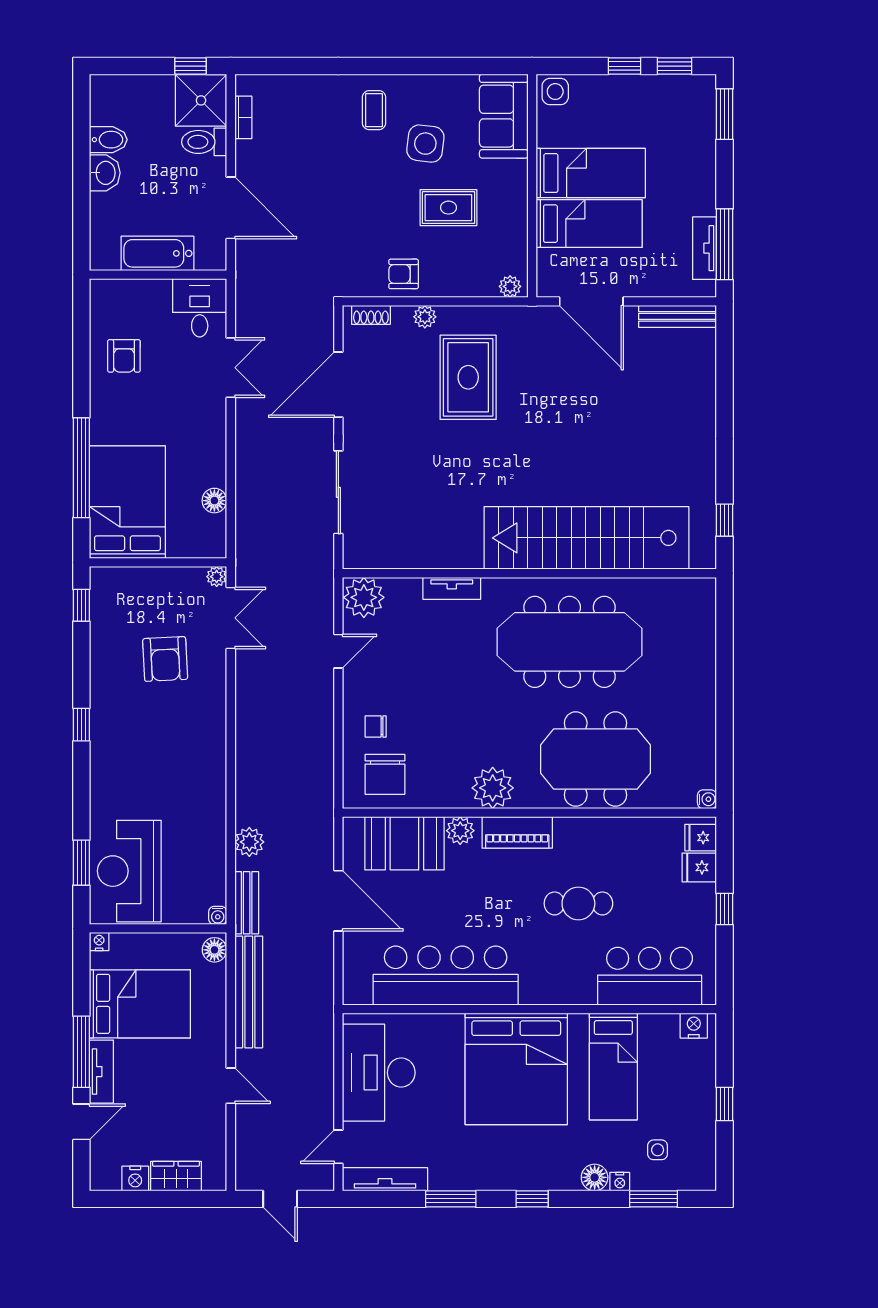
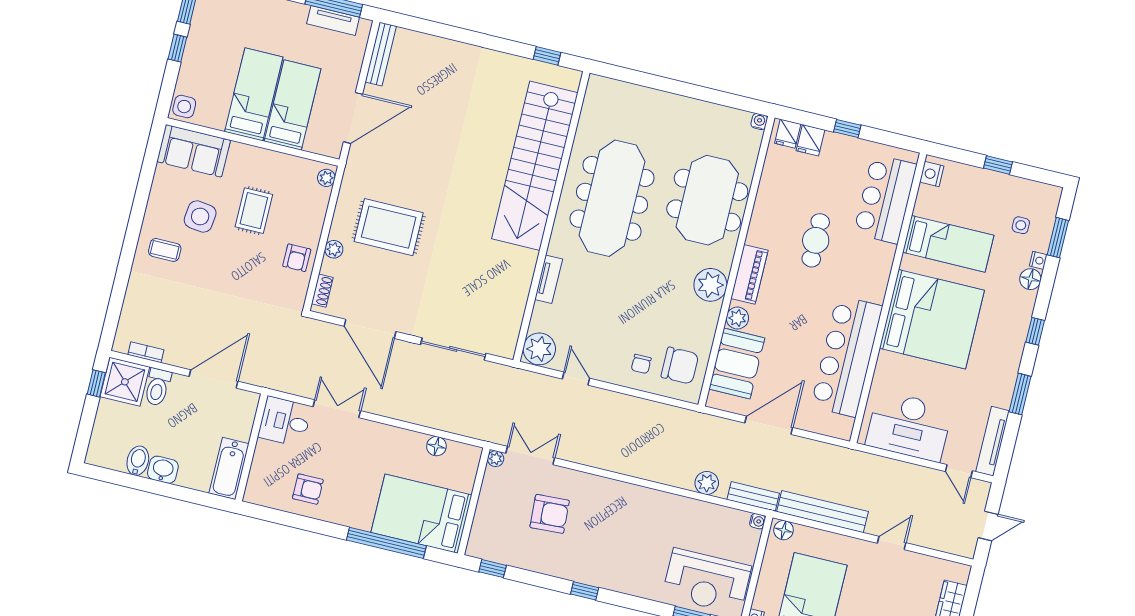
bathtub: (157, 253) -> (229, 468), moved

